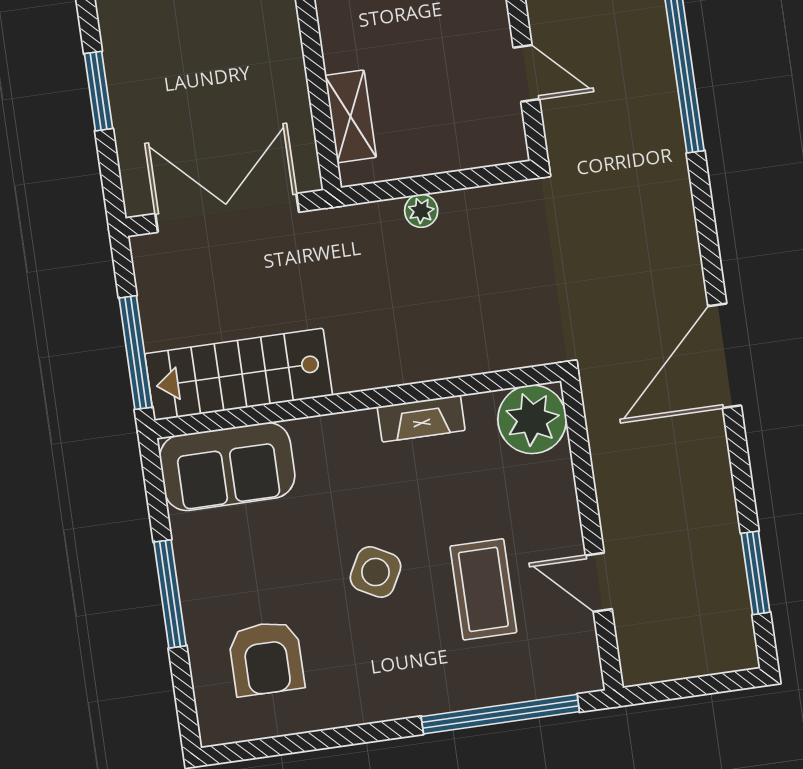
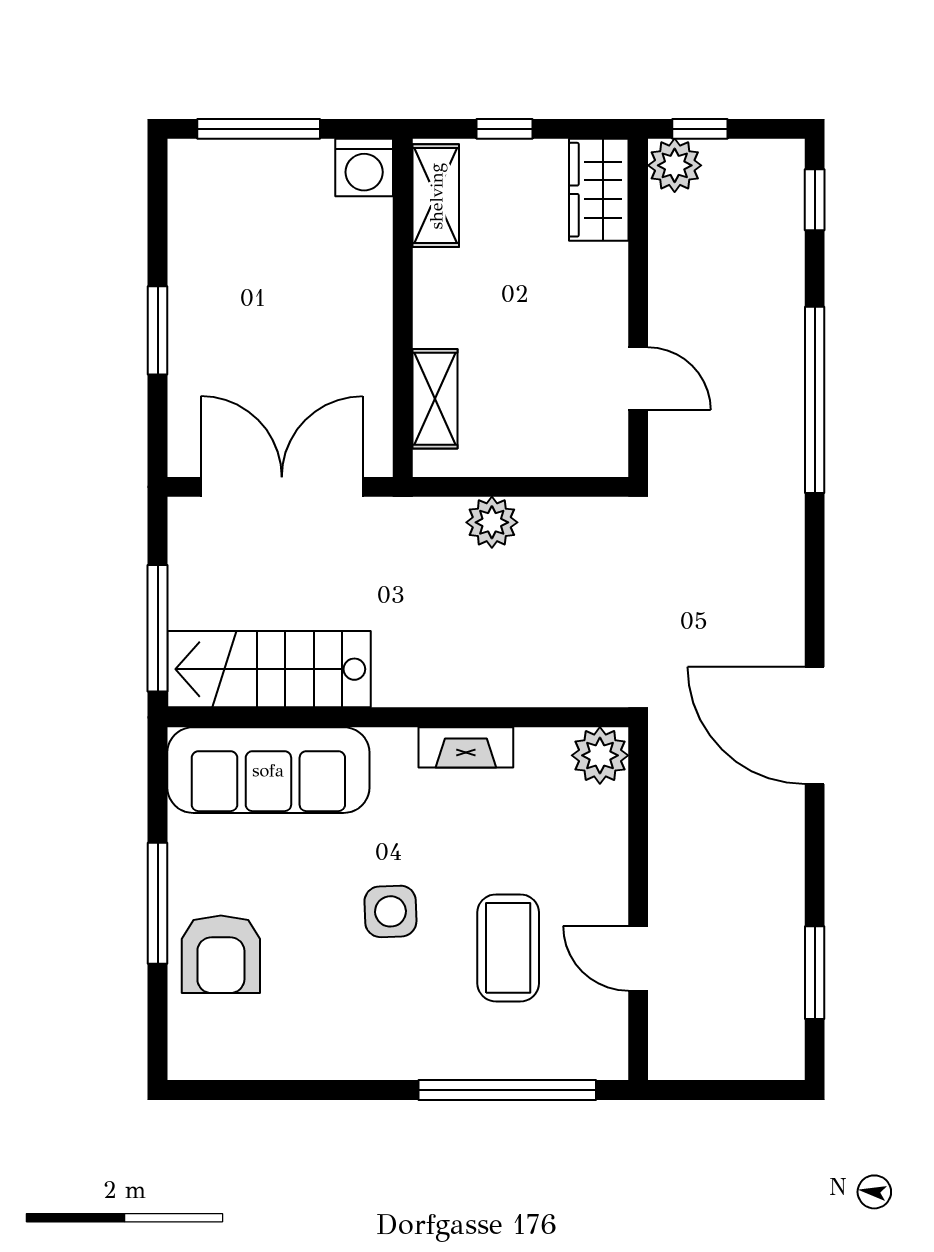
plant: (421, 211) -> (492, 522), width x1.38, depth x1.38
door: (725, 356) -> (815, 725), hinge flipped
plant: (532, 419) -> (600, 755), width x0.73, depth x0.73
sofa: (227, 467) -> (268, 770), width x1.36
side table: (376, 572) -> (390, 911), turned -30
armchair: (266, 658) -> (221, 954), moved

